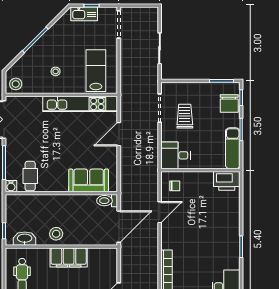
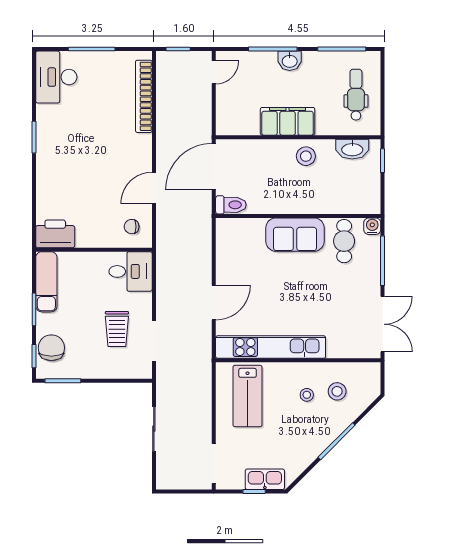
stool: (16, 84) -> (337, 391), moved
sofa: (89, 180) -> (295, 235), moved

